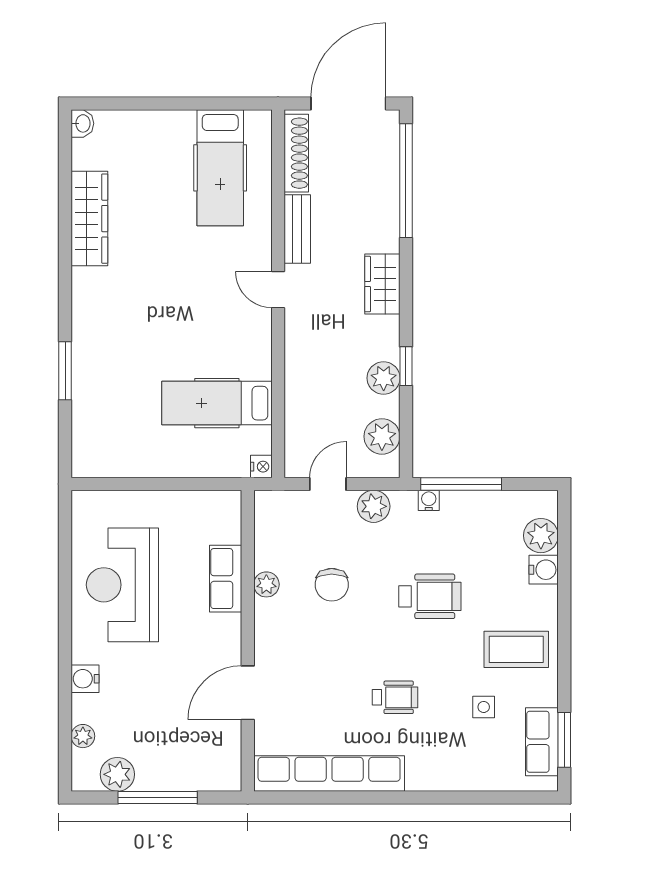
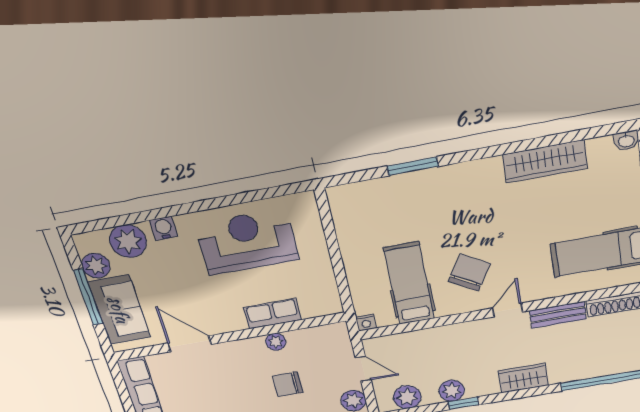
chair: (217, 328) -> (469, 273), added
plant: (83, 736) -> (128, 241), width x1.88, depth x1.88
sofa: (183, 765) -> (119, 310), added

